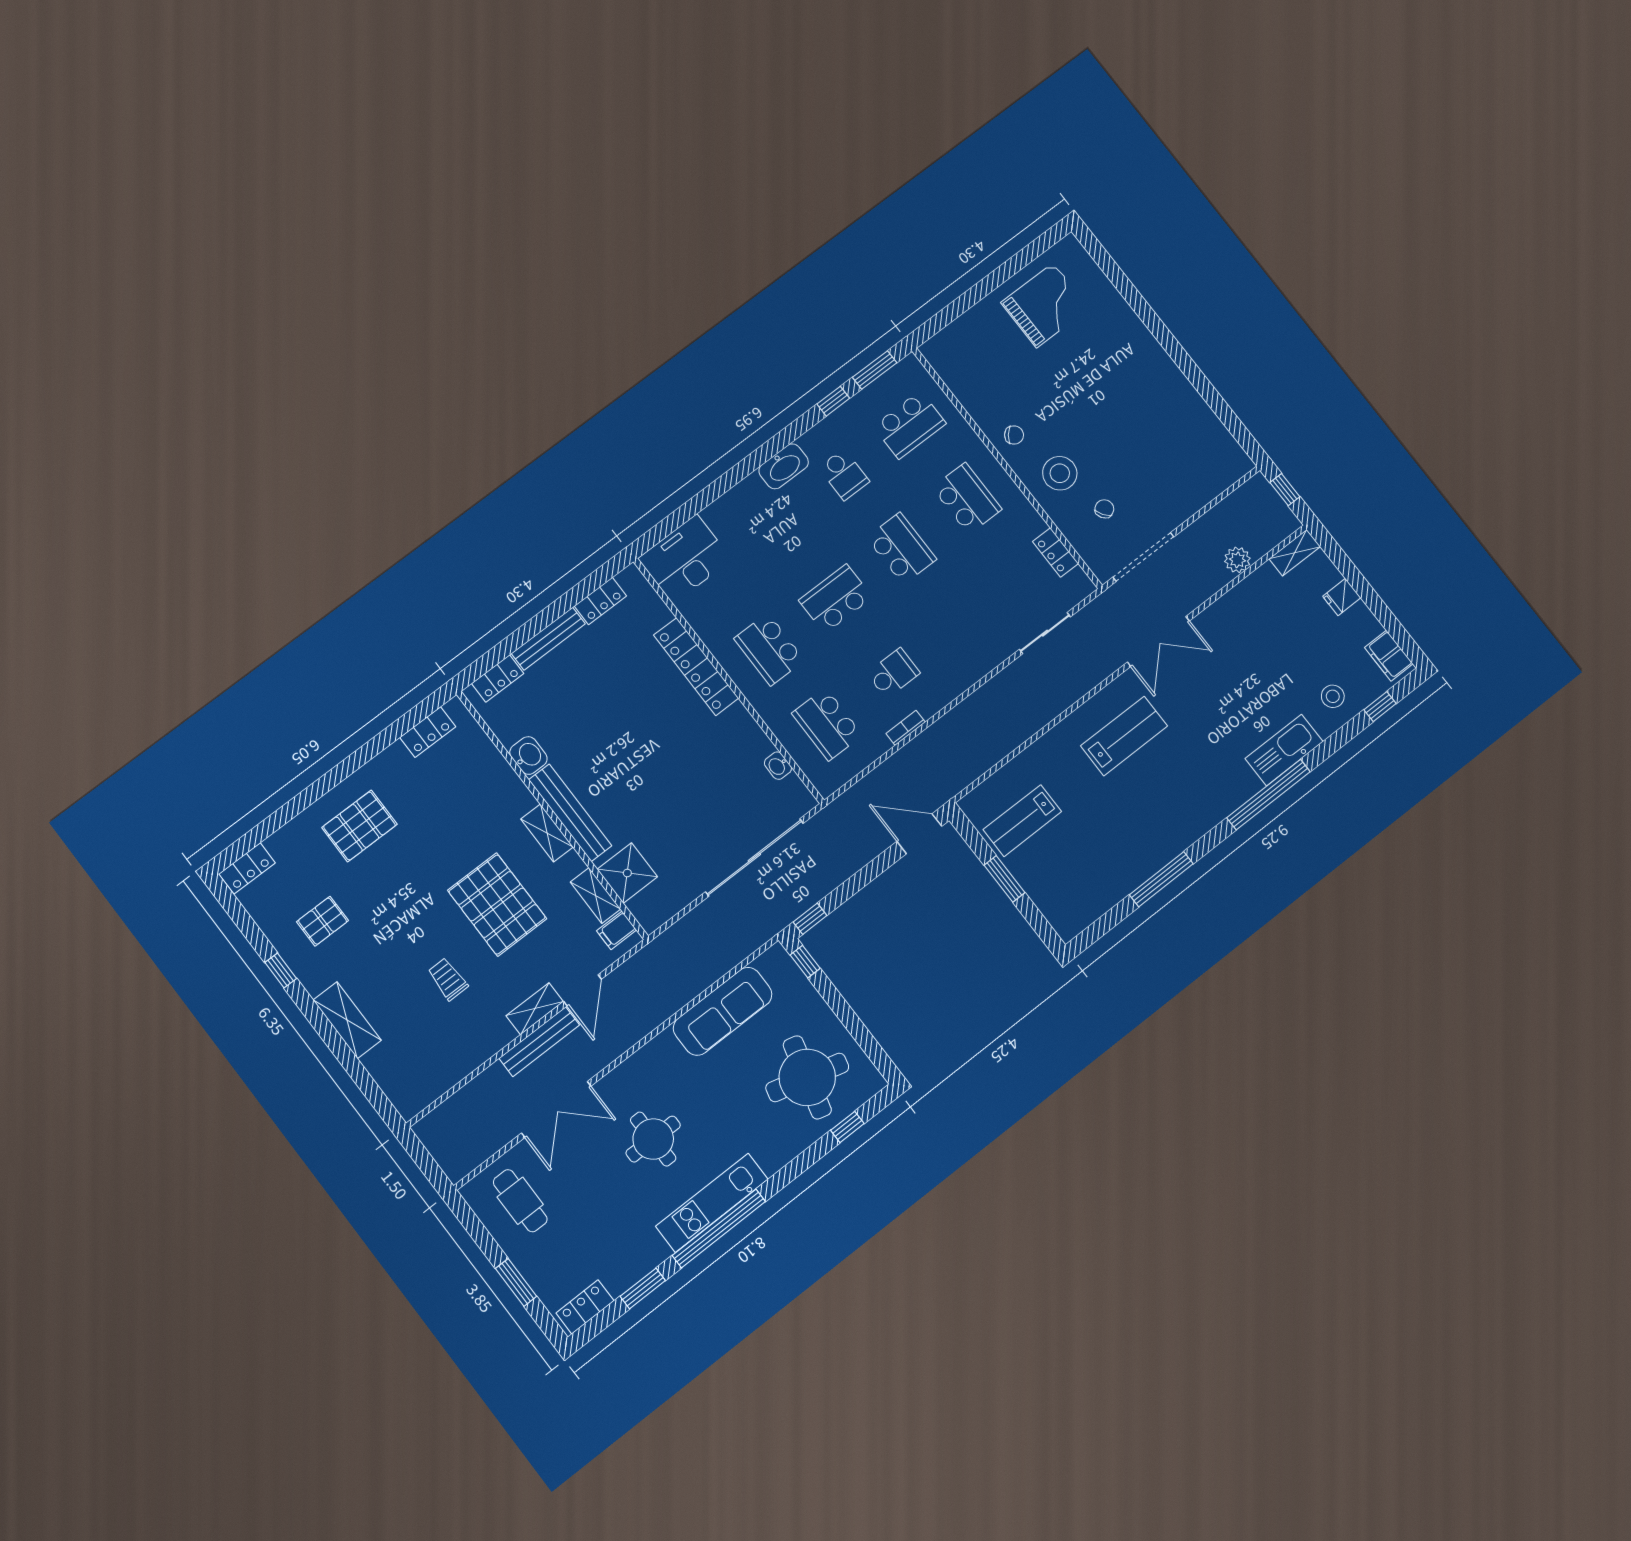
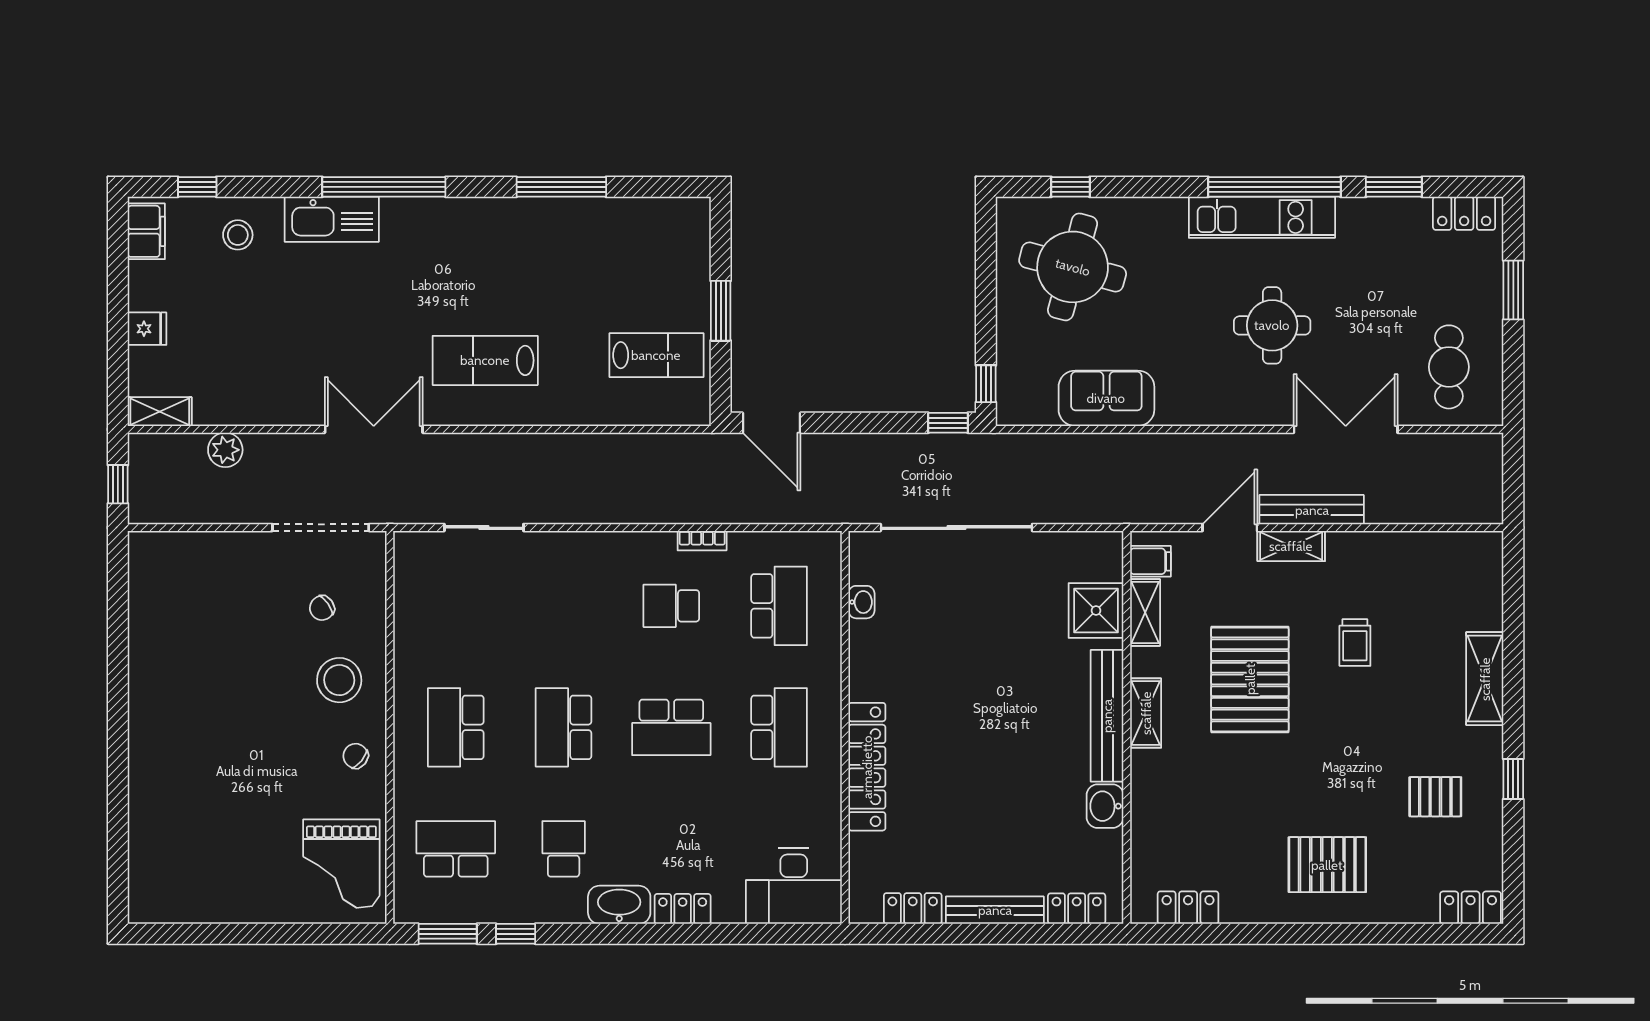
grand piano: (1045, 305) -> (341, 864), moved, turned -90
locker: (1055, 552) -> (683, 909), moved, turned -90
sofa: (723, 1011) -> (1106, 398), width x0.73

